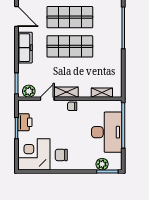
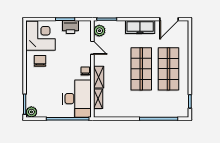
shelving: (66, 92) -> (99, 77), moved
desk: (107, 132) -> (77, 99), moved, turned -90
plant: (102, 164) -> (31, 112), moved

